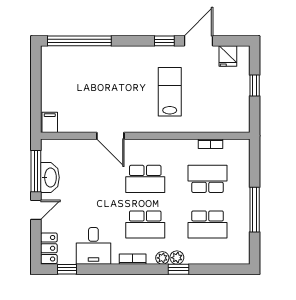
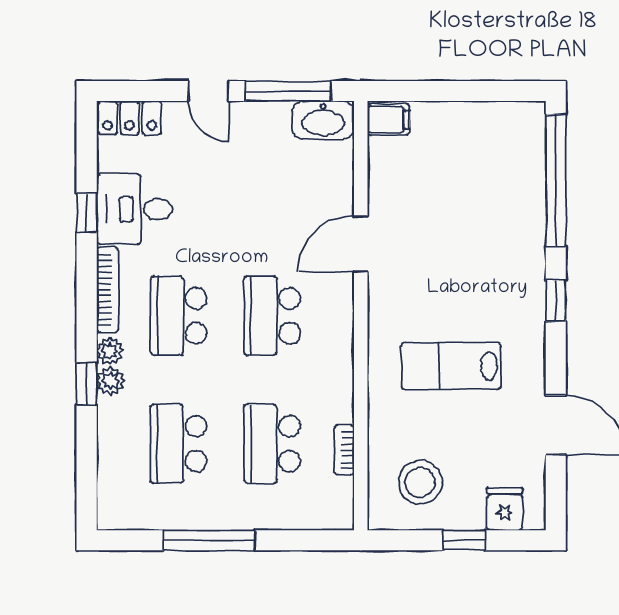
window: (164, 41) -> (556, 301), moved
fridge: (228, 56) -> (505, 509), moved, turned 90
lab bench: (170, 92) -> (451, 366), turned 180
stool: (226, 107) -> (420, 482), added
washbasin: (50, 177) -> (323, 120), moved
school desk: (208, 179) -> (272, 444), turned 180
bookcase: (133, 259) -> (107, 290), width x1.56
window: (67, 269) -> (87, 213), moved

